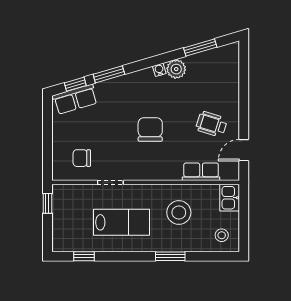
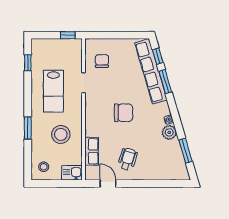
row of seats: (75, 99) -> (151, 71), width x2.02

